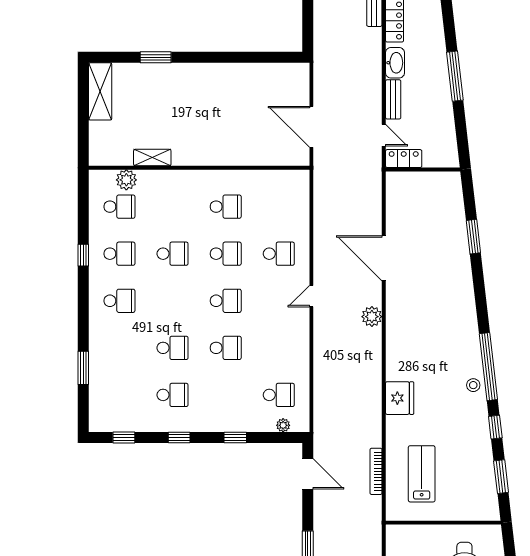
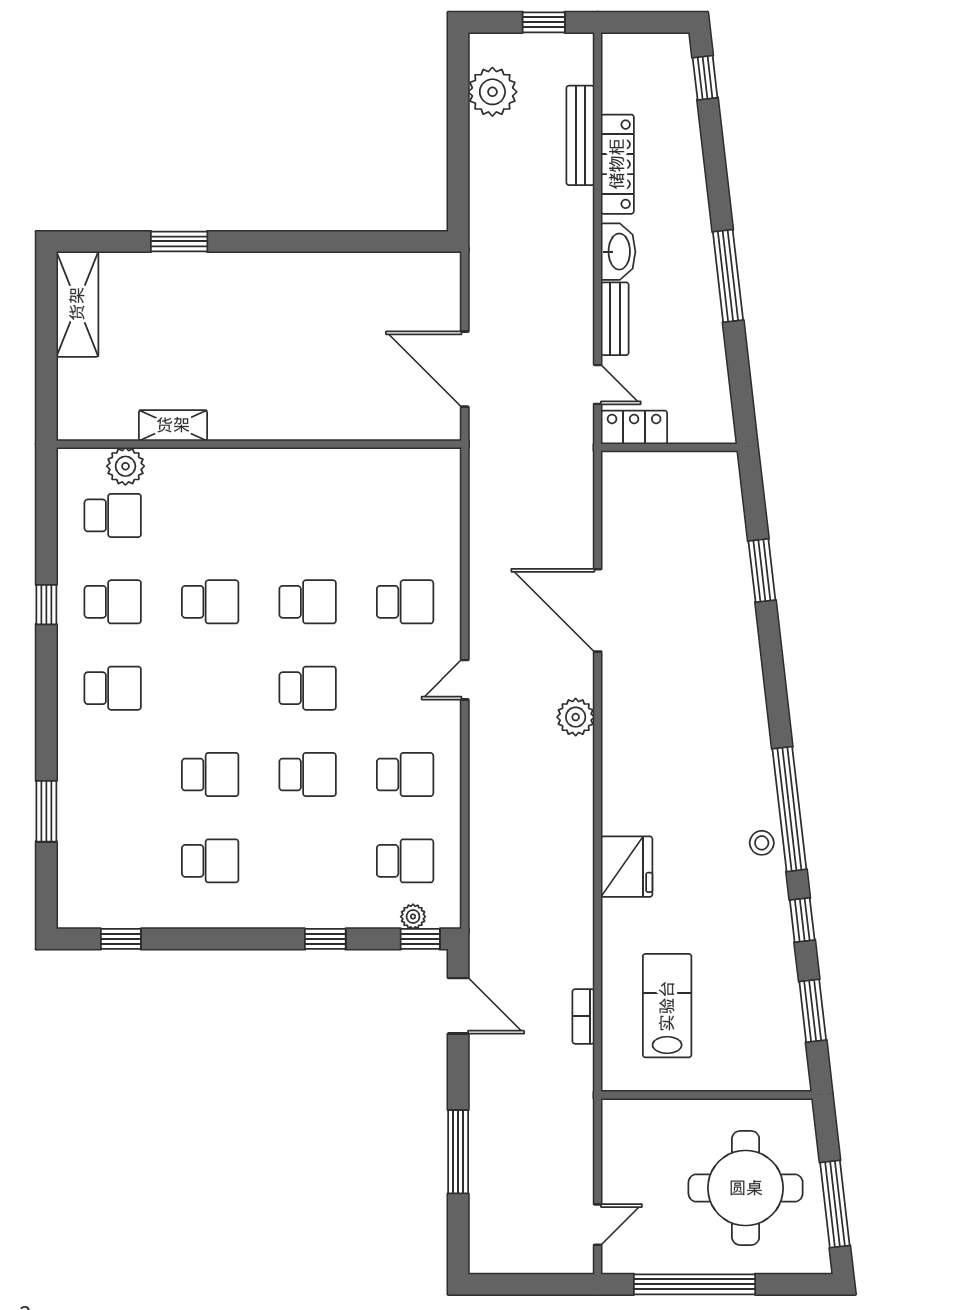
school desk: (226, 207) -> (405, 775), moved
window: (179, 437) -> (420, 939), moved
bookcase: (376, 471) -> (583, 1016), width x0.64

